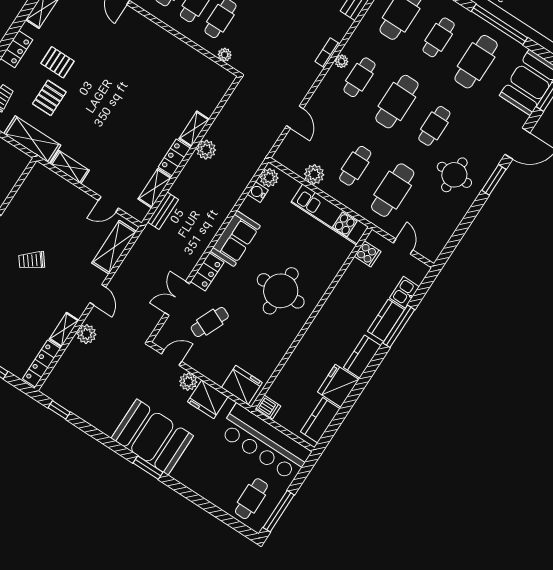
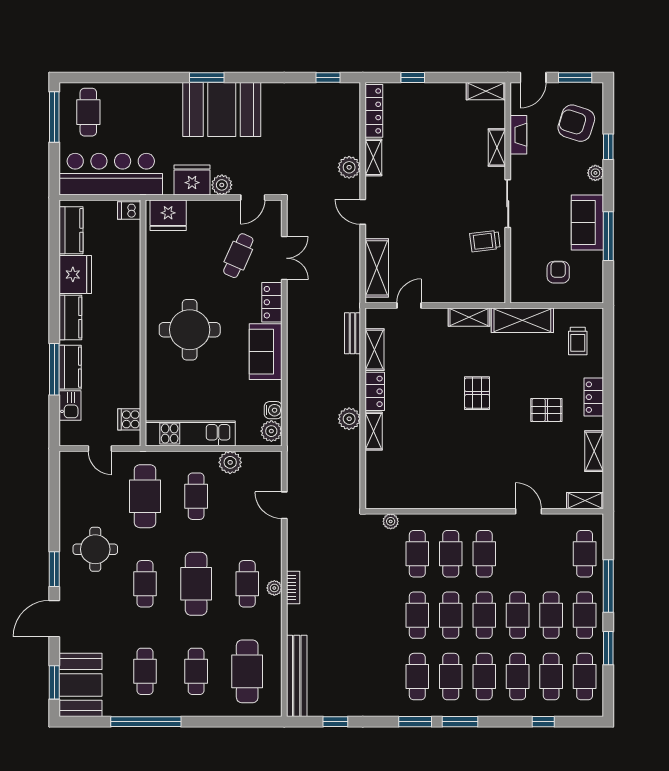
cafe table: (476, 62) -> (145, 671), width x0.73, depth x0.74
pallet: (49, 98) -> (477, 393), moved
trolley: (32, 260) -> (485, 241), moved, turned -149

